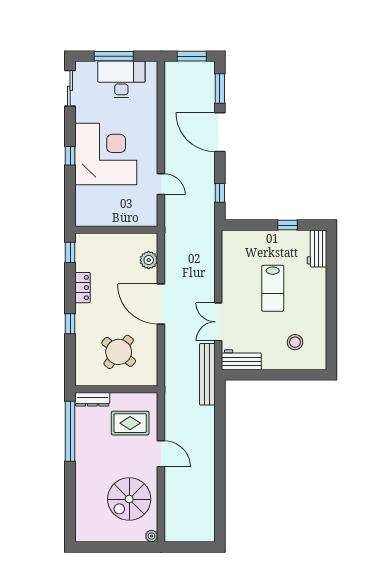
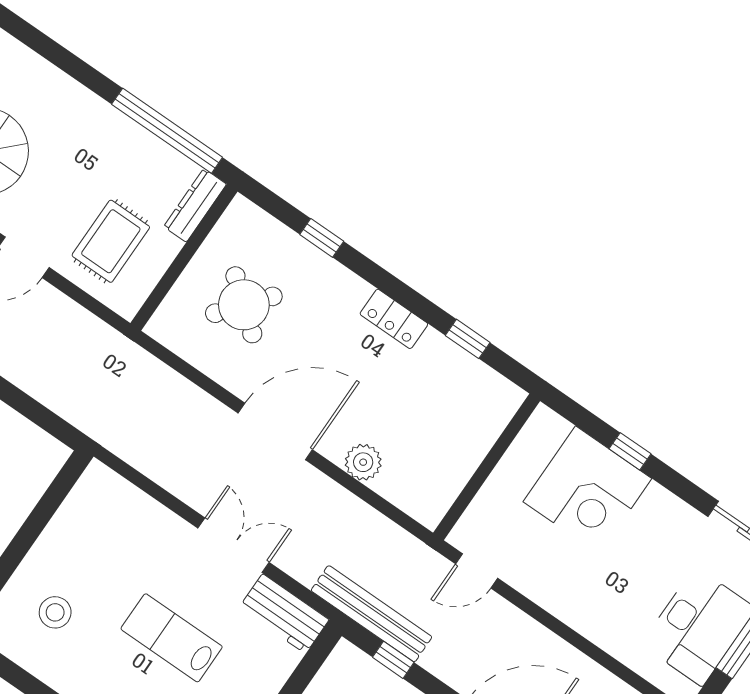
corner desk: (106, 154) -> (587, 490), width x0.74, depth x0.74
wall: (116, 230) -> (487, 467), moved
double door: (218, 322) -> (234, 545), moved
window: (70, 324) -> (322, 238), moved
workbench: (241, 360) -> (284, 614), moved, turned 90
bench: (207, 374) -> (371, 614), moved

